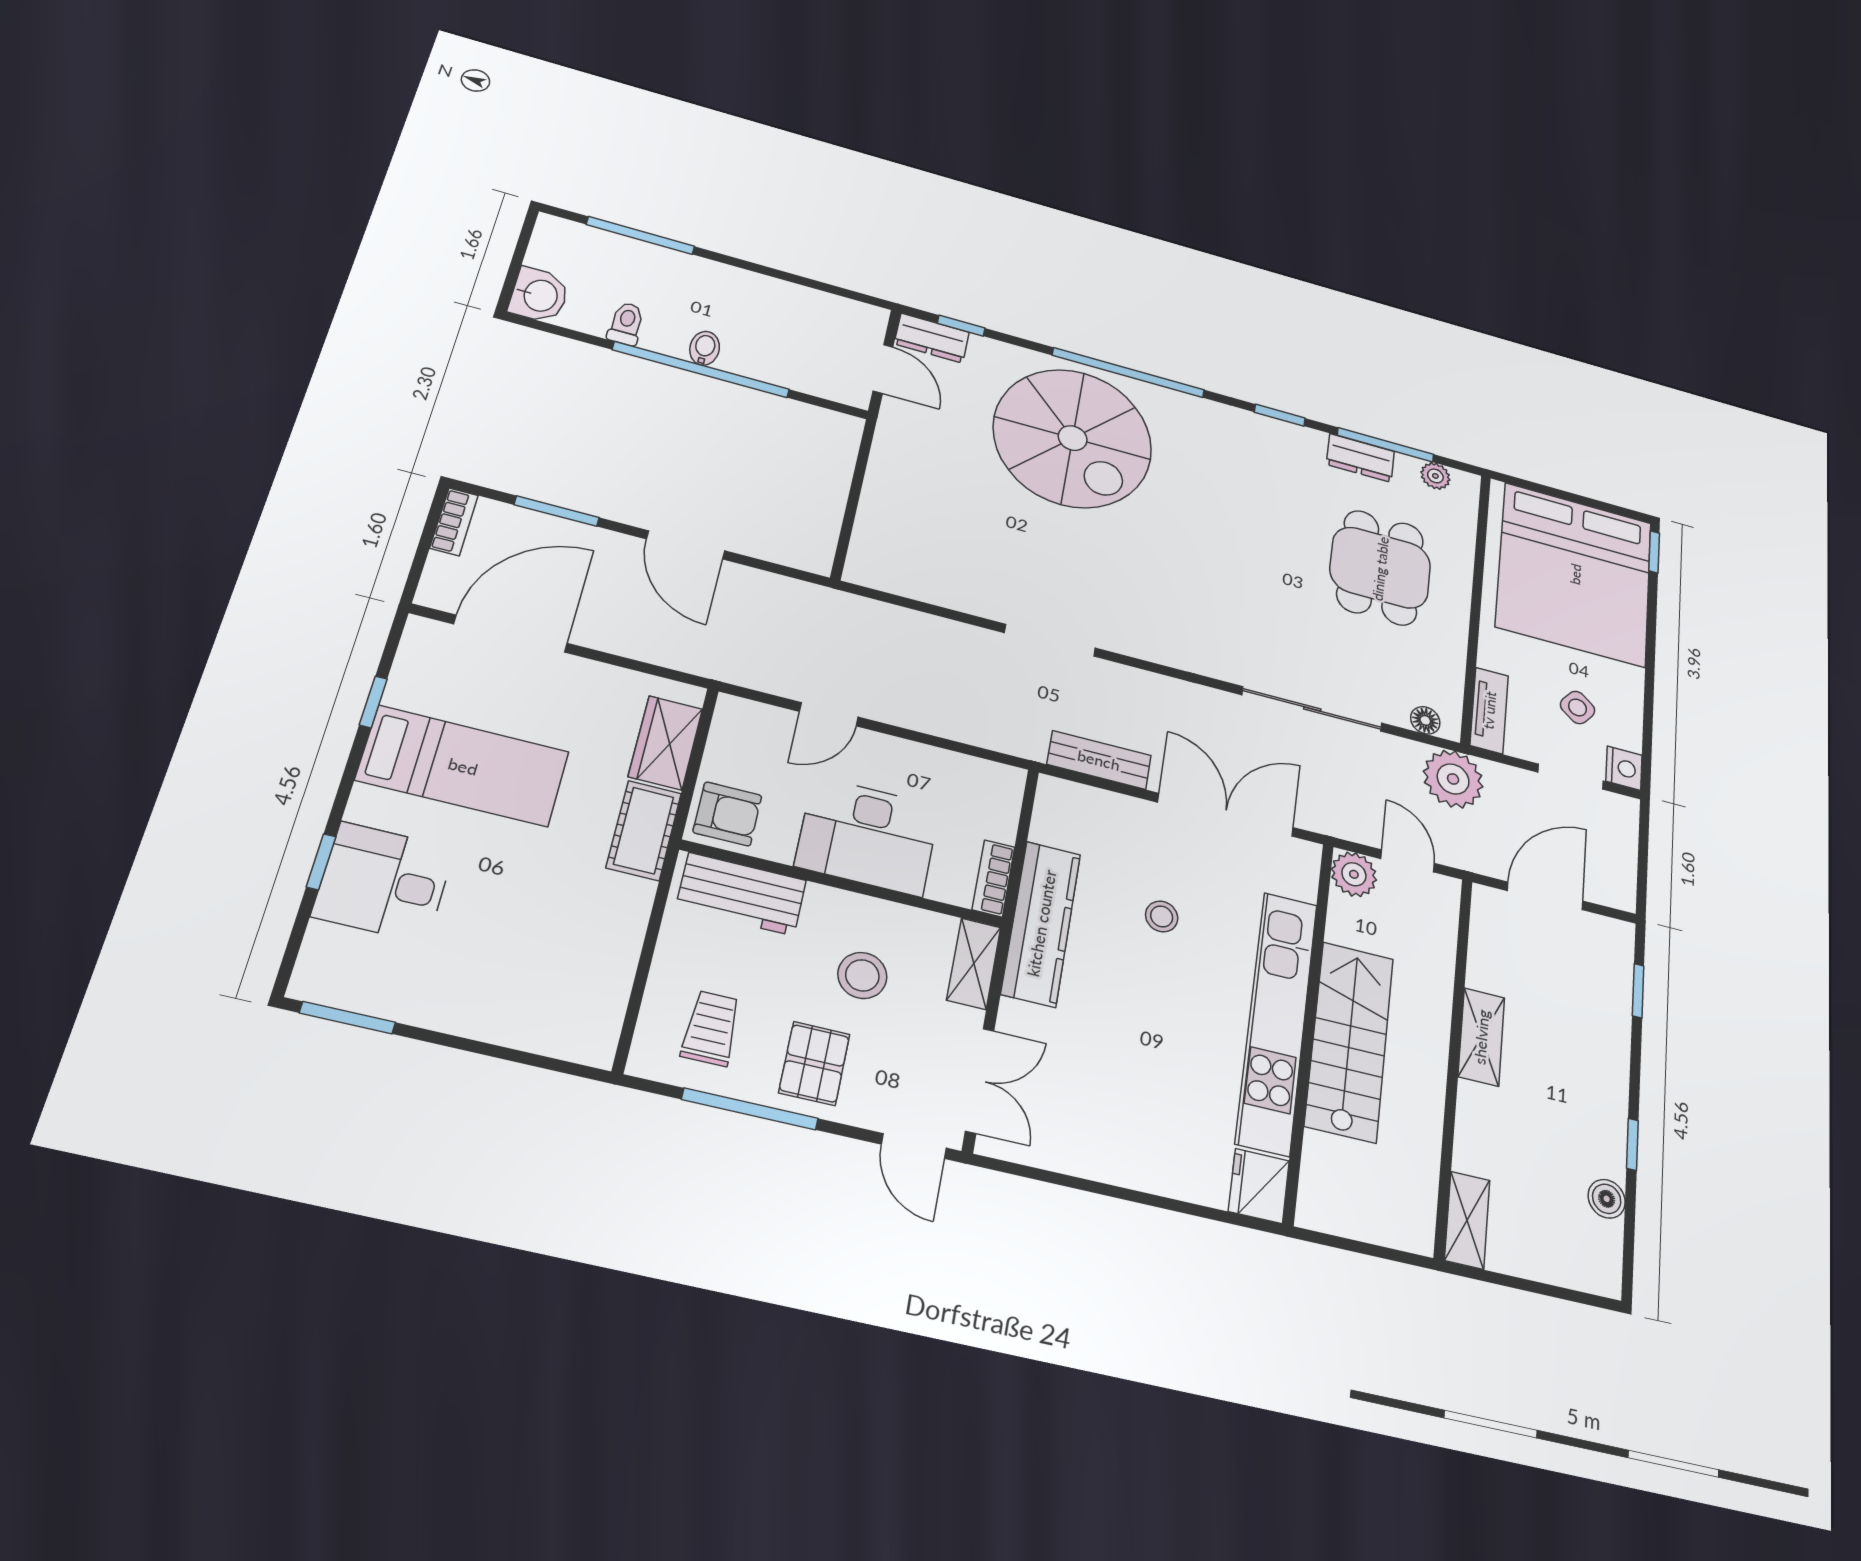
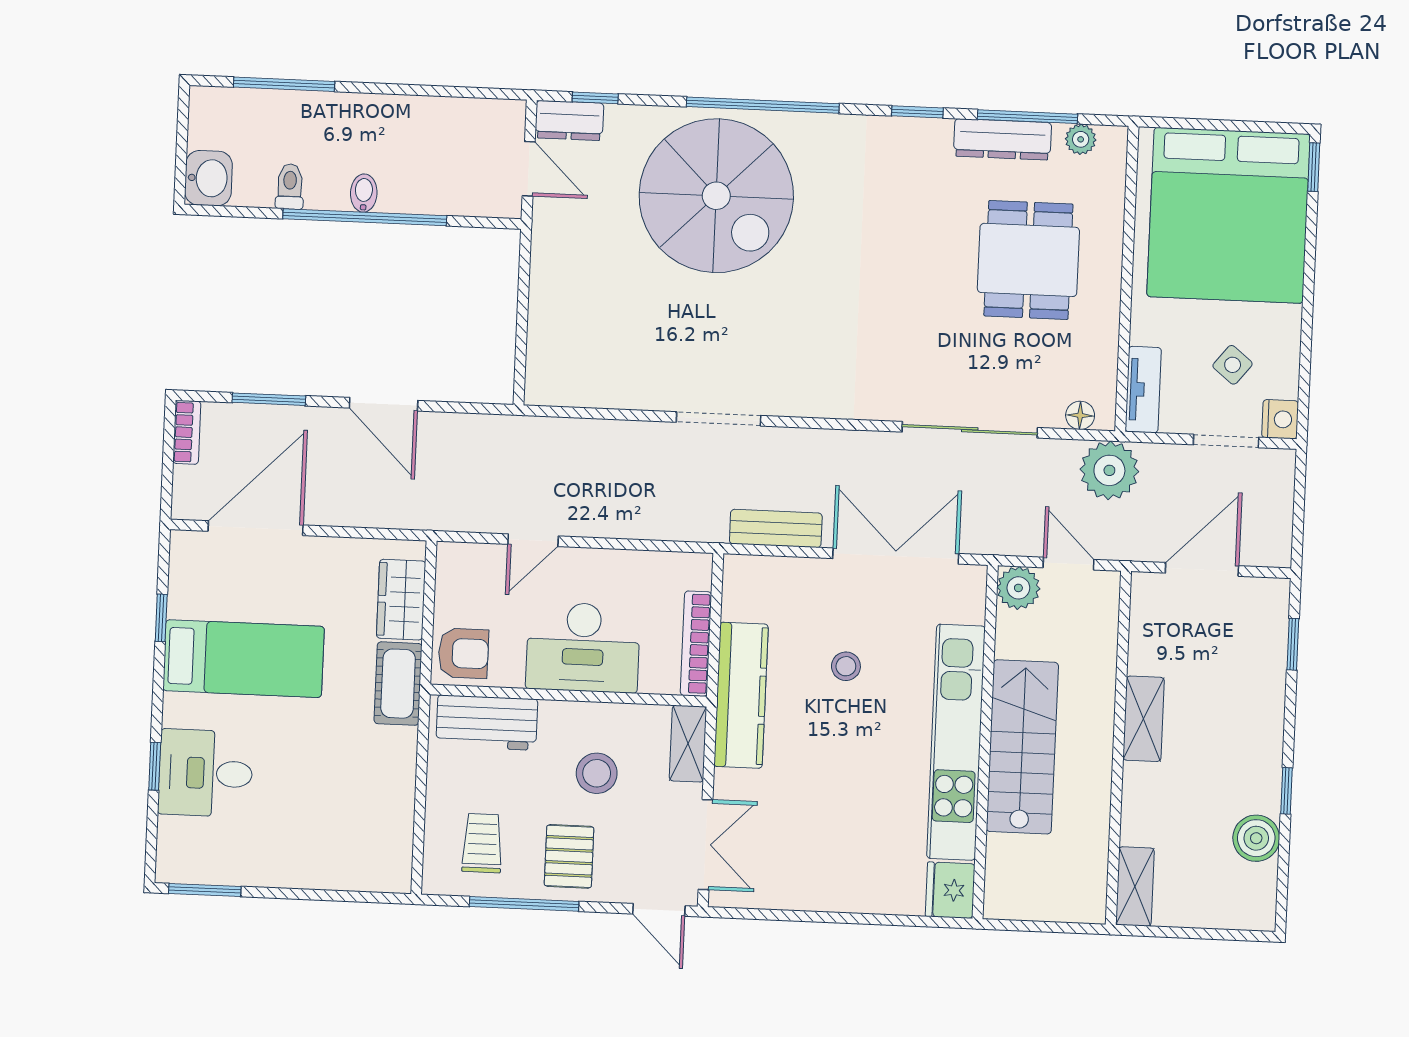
dresser: (1360, 458) -> (1002, 139), width x1.44
bookcase: (993, 878) -> (696, 644), width x1.56
boiler: (1607, 1199) -> (1256, 838), width x1.36, depth x1.36

